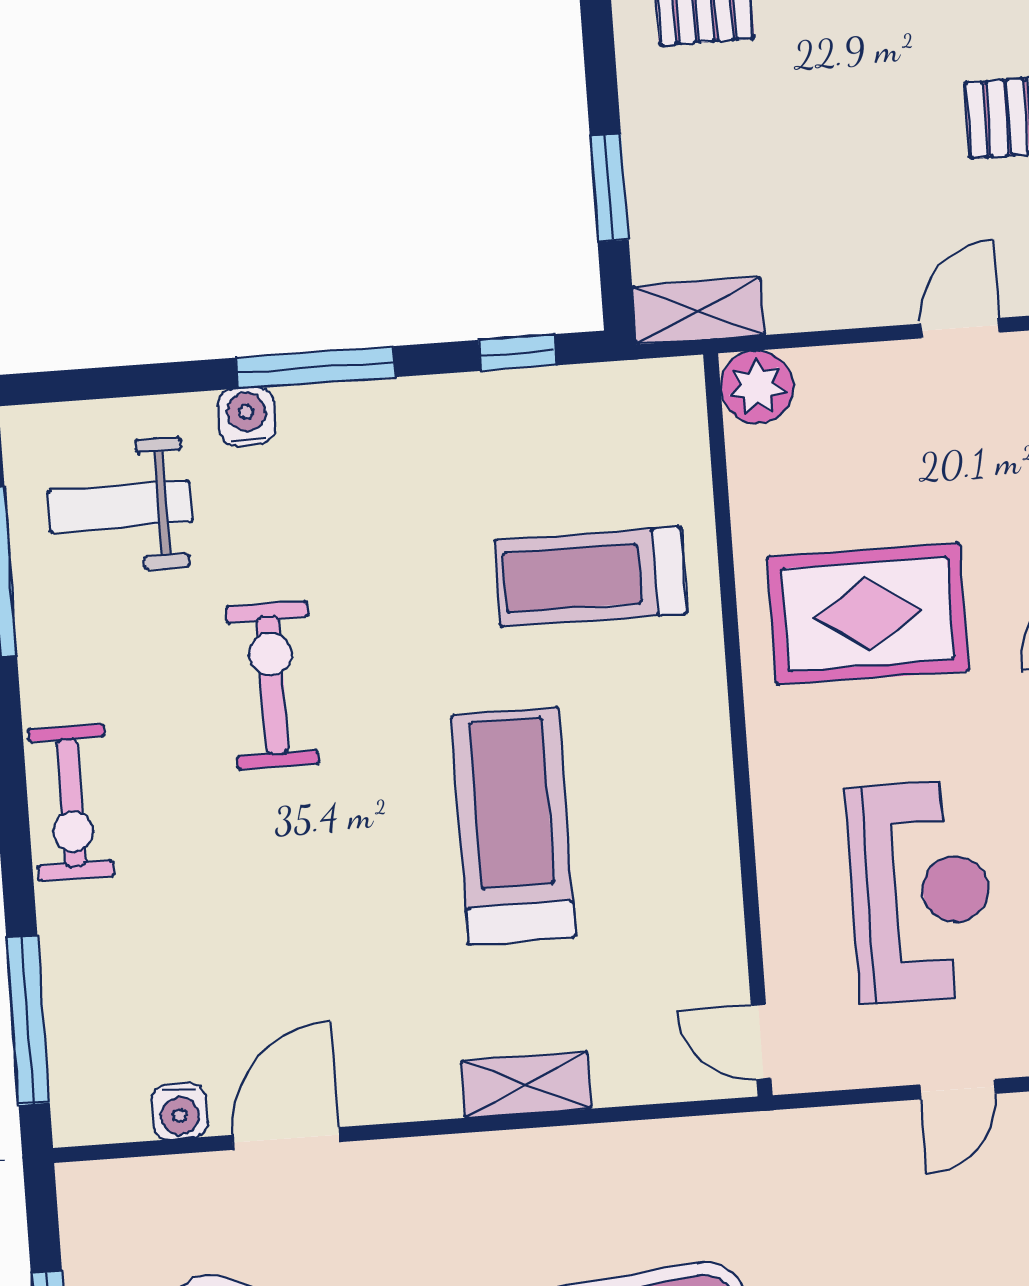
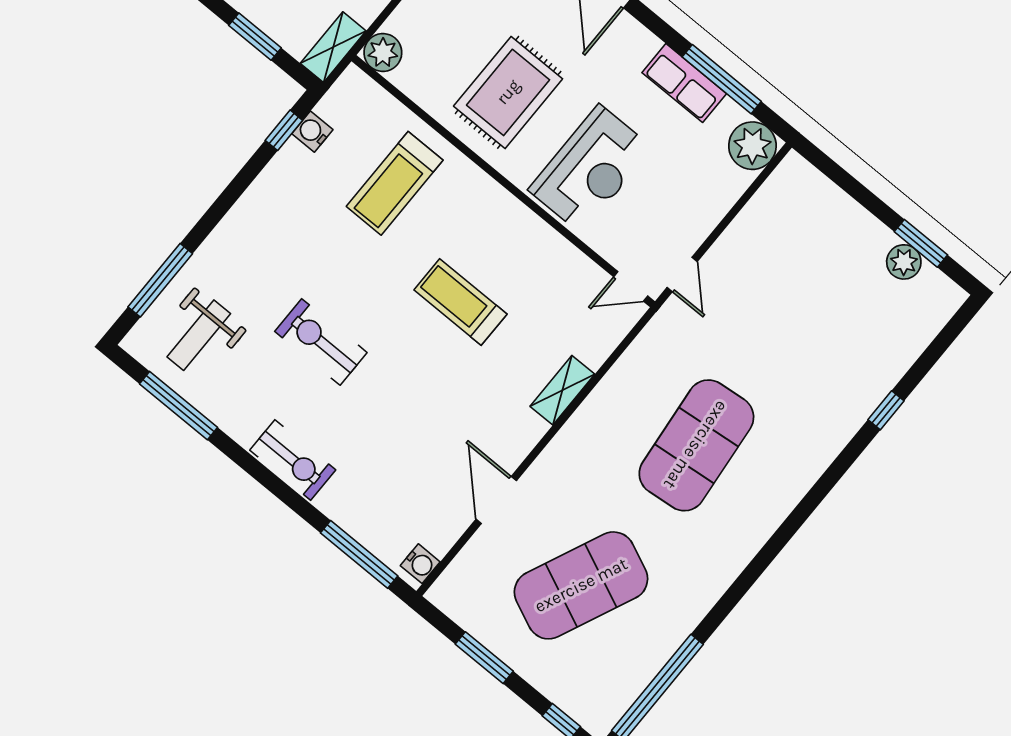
window: (316, 367) -> (160, 280), moved
water cooler: (246, 416) -> (312, 132), moved
treadmill: (513, 826) -> (460, 302), width x0.73, depth x0.73
reception desk: (920, 892) -> (590, 169), moved, turned 90
door: (958, 1089) -> (682, 275), moved
water cooler: (180, 1111) -> (420, 564), moved

